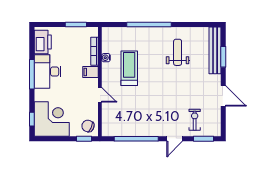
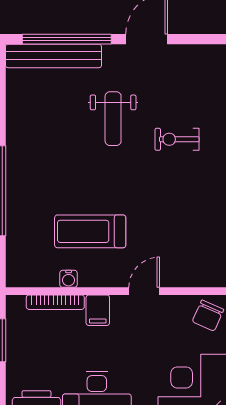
weight bench: (178, 52) -> (113, 119), moved, turned -90
window: (223, 57) -> (67, 39), width x2.11
exercise bike: (195, 120) -> (177, 139), moved

